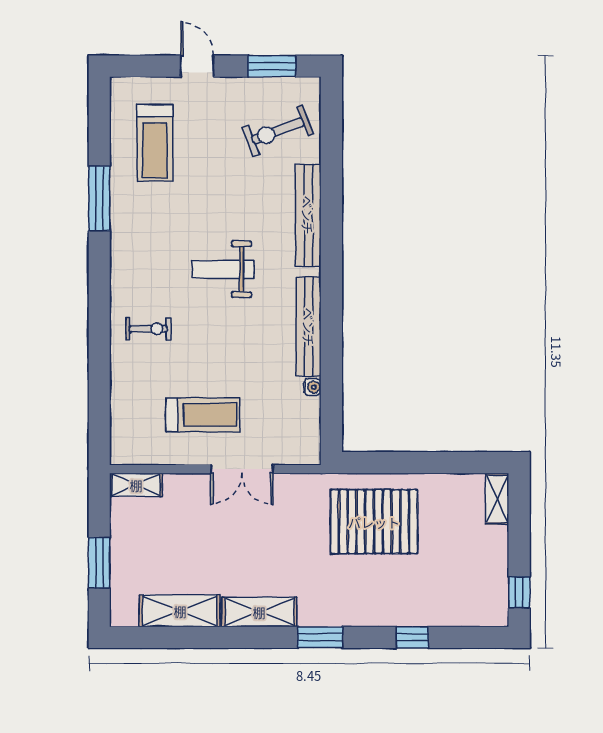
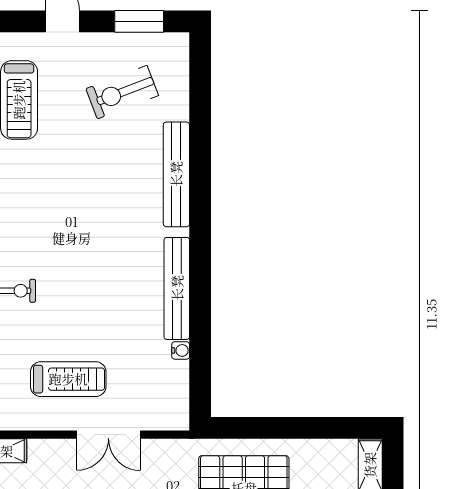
exercise bike: (278, 131) -> (122, 92), moved
weight bench: (223, 269) -> (89, 230), removed

